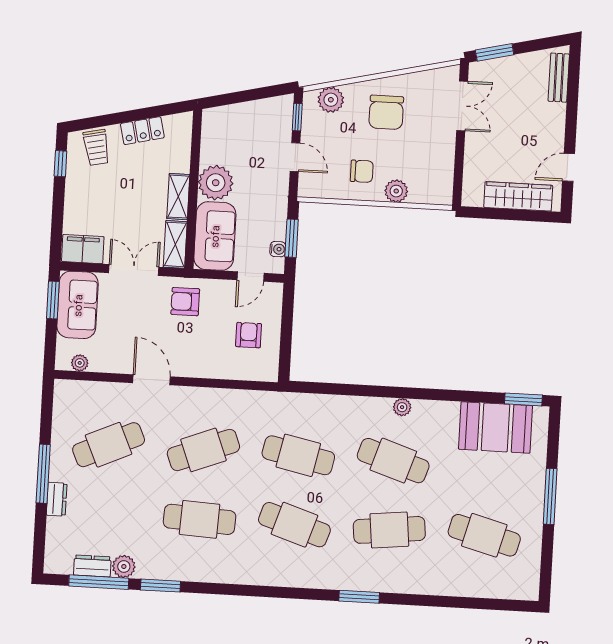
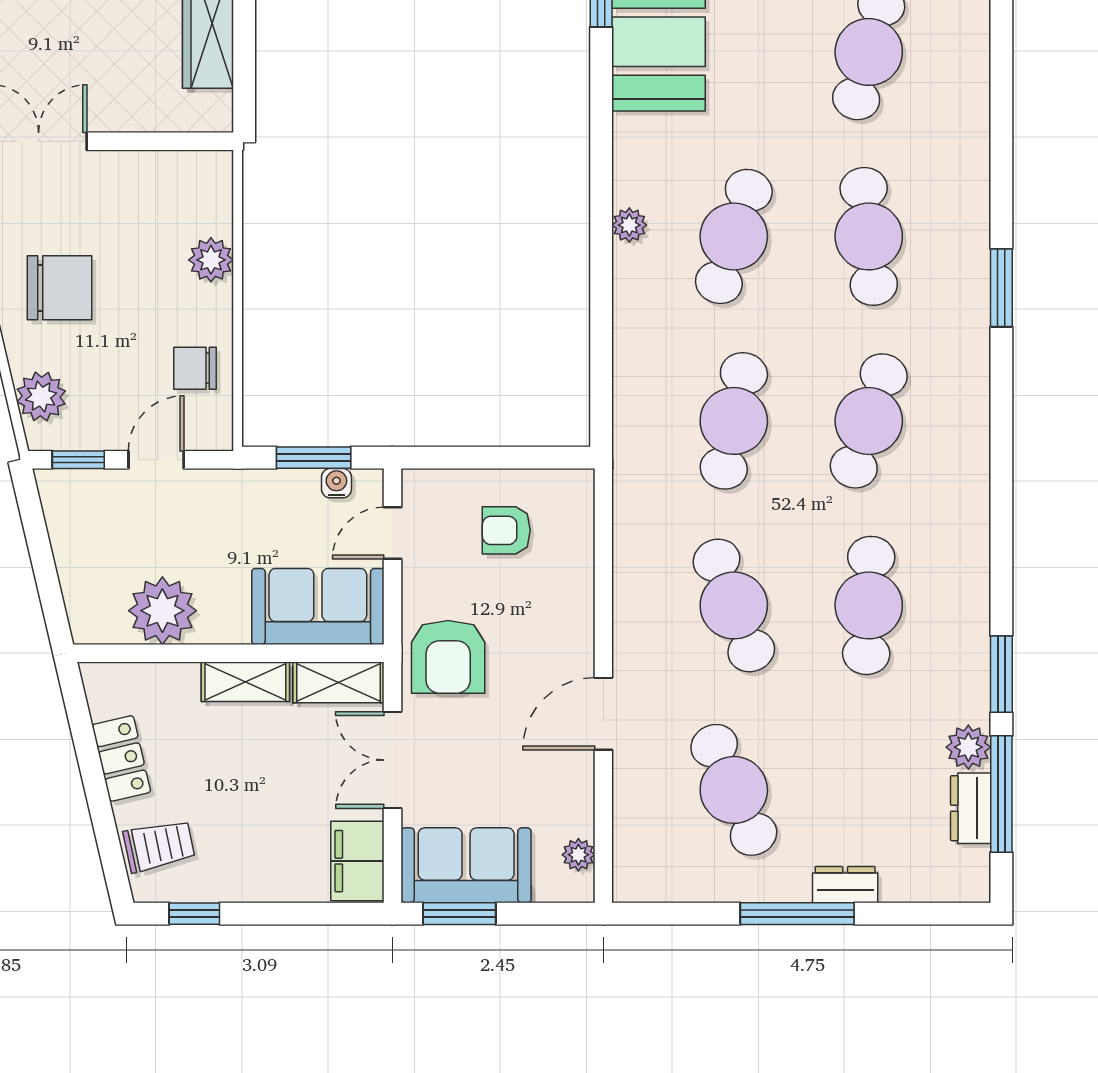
chair: (362, 171) -> (195, 368), moved, turned -90
plant: (216, 183) -> (162, 611), moved
door: (250, 277) -> (393, 533), swing flipped
armchair: (185, 302) -> (448, 657), width x1.38, depth x1.38

